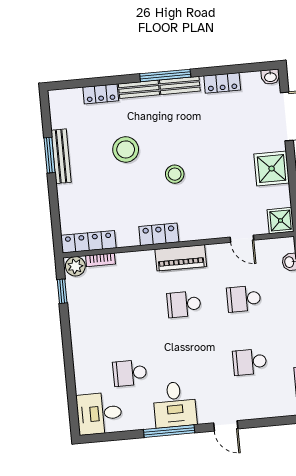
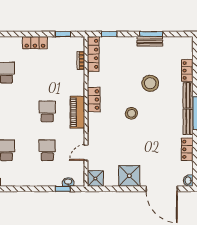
bench: (61, 156) -> (150, 41), width x0.73
window: (56, 220) -> (109, 34), added
plant: (75, 266) -> (78, 44), removed
locker: (79, 333) -> (35, 43), added

